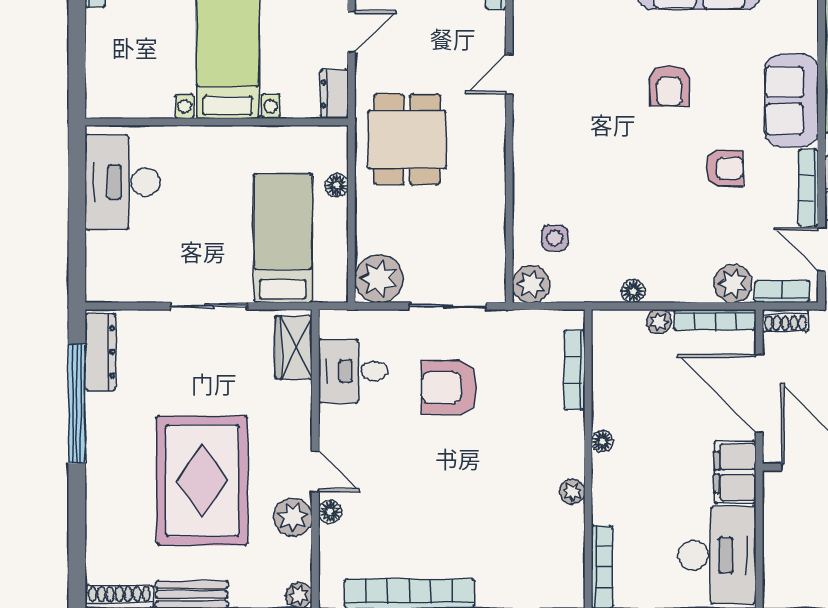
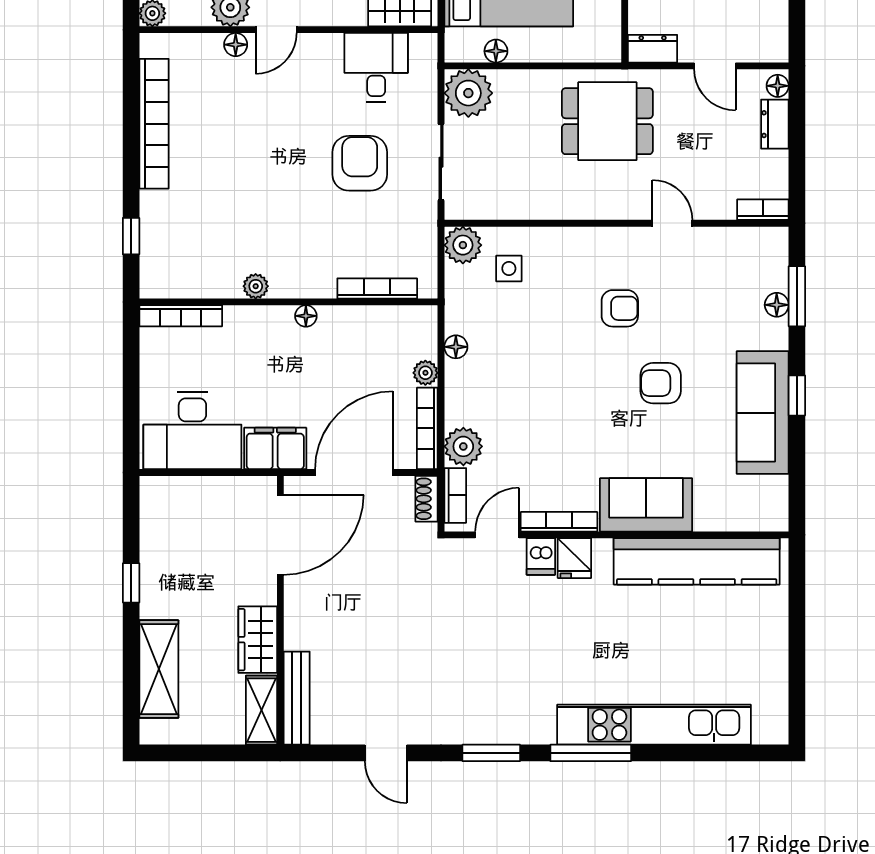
armchair: (725, 168) -> (620, 308), moved, turned -90
floor lamp: (337, 185) -> (496, 51), moved

